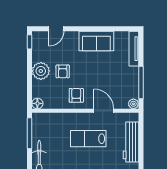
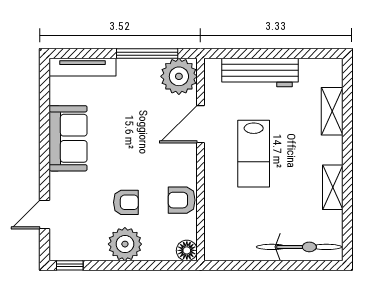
door: (56, 29) -> (45, 215), swing flipped
armchair: (76, 95) -> (182, 200), moved
plant: (133, 104) -> (179, 76), width x1.87, depth x1.87
window: (30, 133) -> (243, 265), removed

